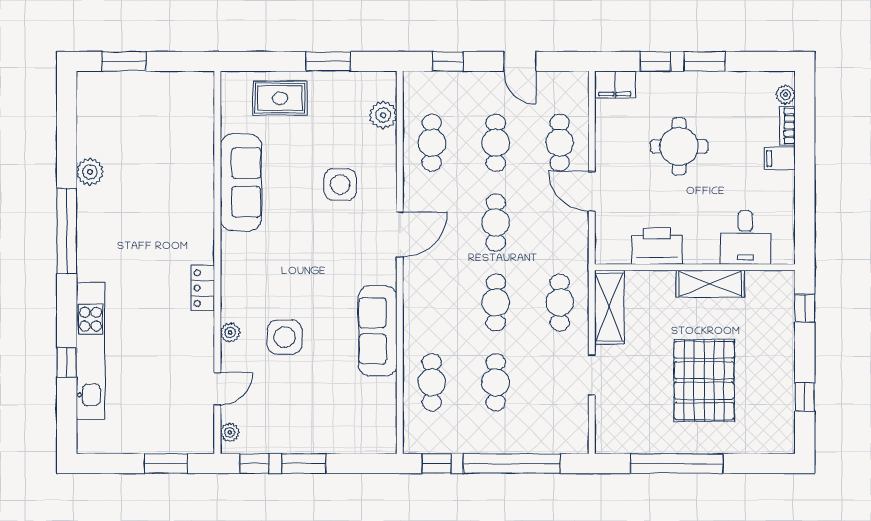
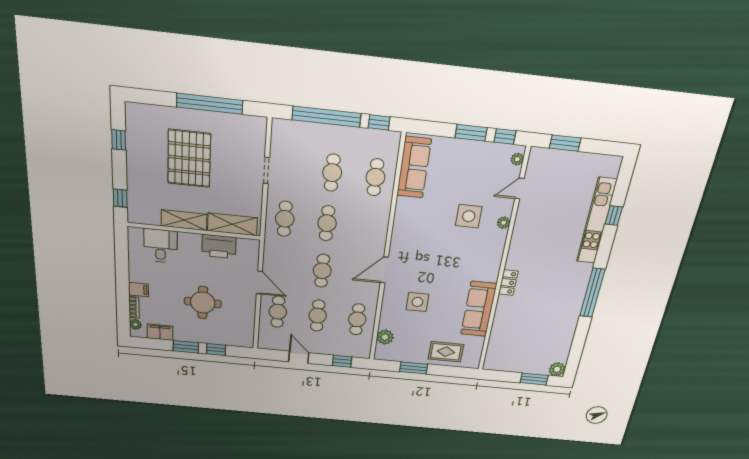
filing cabinet: (615, 85) -> (160, 332), moved
plant: (90, 172) -> (557, 369), moved
locker: (203, 288) -> (508, 283), moved
shelving: (609, 307) -> (232, 224), moved, turned 90
sofa: (378, 331) -> (414, 167), moved

